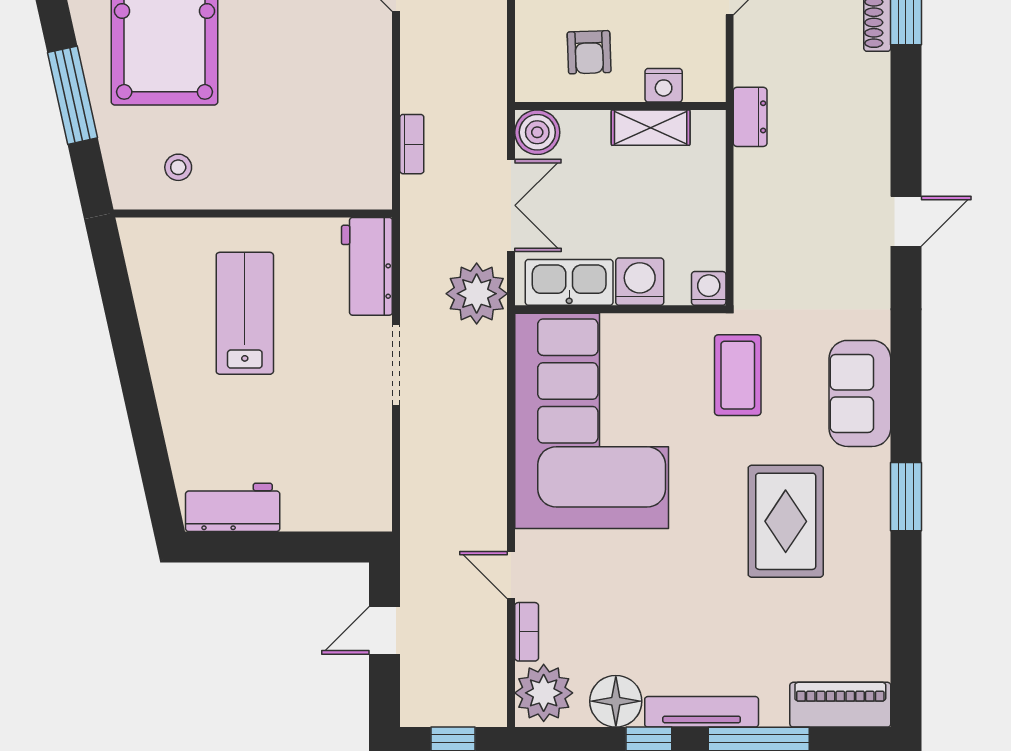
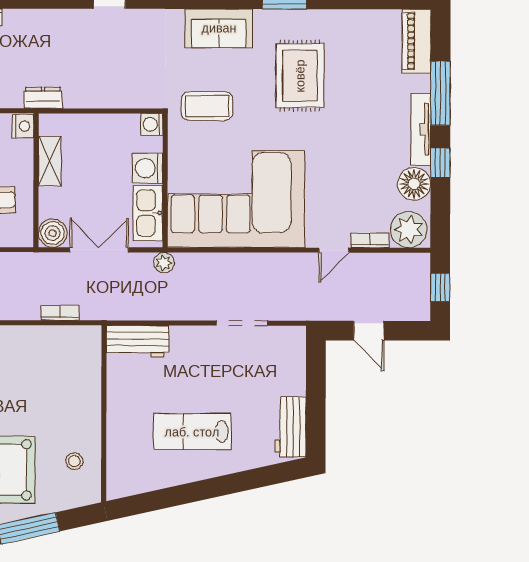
nightstand: (664, 85) -> (23, 126), moved
plant: (477, 294) -> (164, 263), width x0.53, depth x0.53
lab bench: (245, 313) -> (192, 432), moved
doorway: (396, 365) -> (242, 323), moved
rug: (786, 521) -> (300, 76), turned 90

